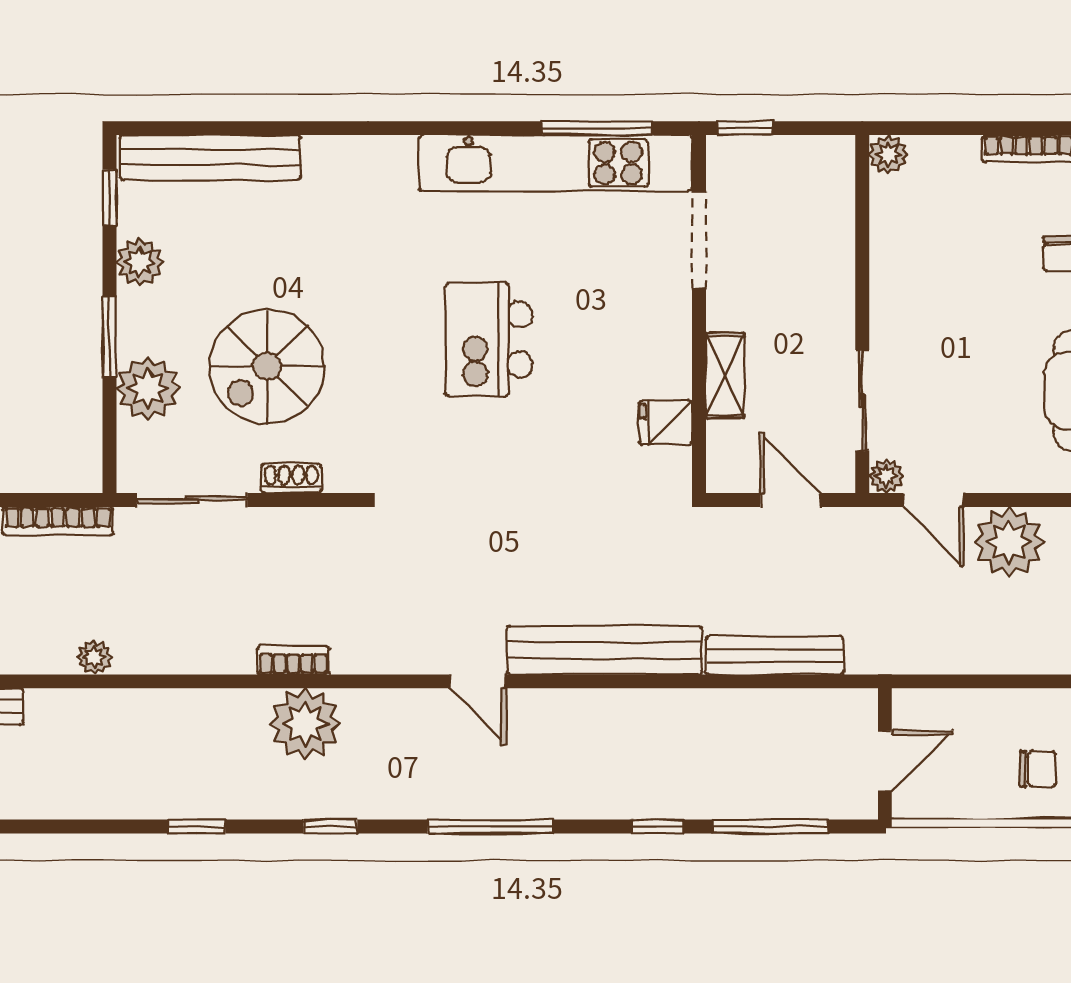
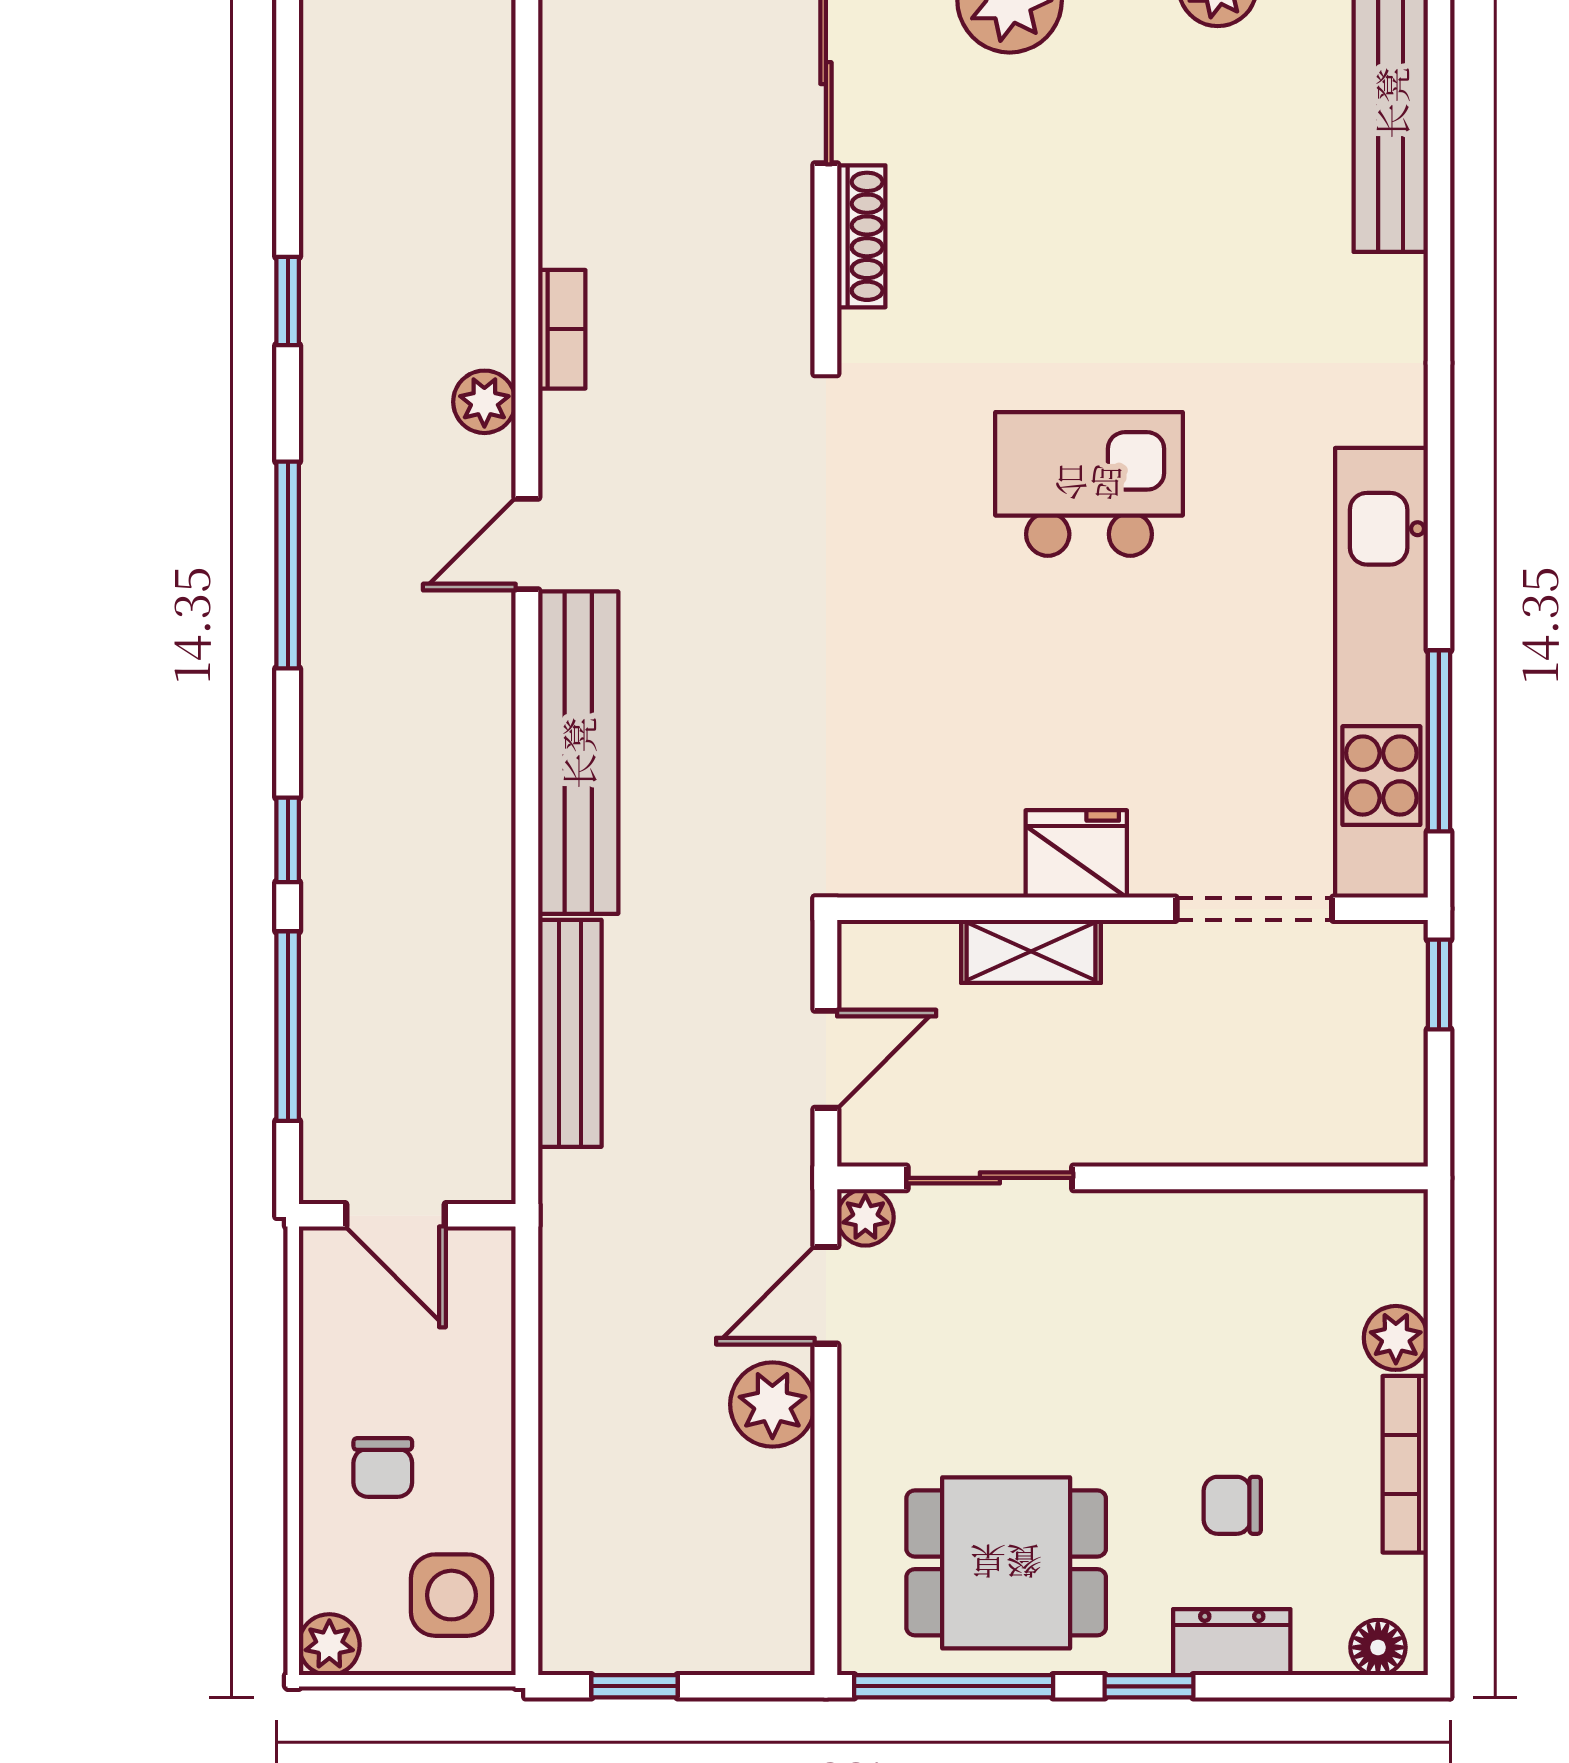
plant: (888, 154) -> (1396, 1338), moved
kitchen island: (489, 340) -> (1089, 484), moved
spiral stairs: (267, 366) -> (1046, 197), removed
fridge: (666, 423) -> (1076, 854), moved, width x1.38
shoe rack: (291, 479) -> (861, 236), width x1.43
plant: (1009, 542) -> (772, 1404), width x0.73, depth x0.73
bookcase: (293, 660) -> (562, 329), moved
plant: (305, 724) -> (484, 402), moved, width x0.53, depth x0.53
window: (197, 827) -> (288, 81), removed

